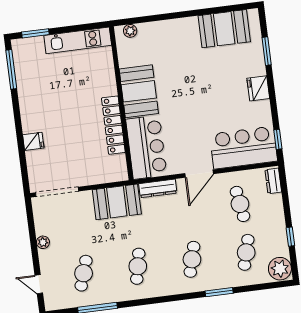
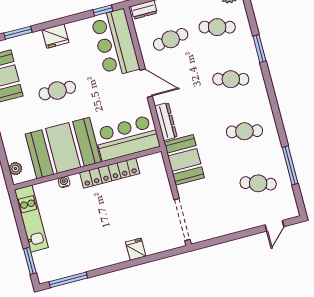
water cooler: (110, 78) -> (64, 182), added
cafe table: (203, 83) -> (57, 91), added
booth: (139, 91) -> (63, 148), width x1.36, depth x1.42
plant: (43, 242) -> (233, 227), removed

